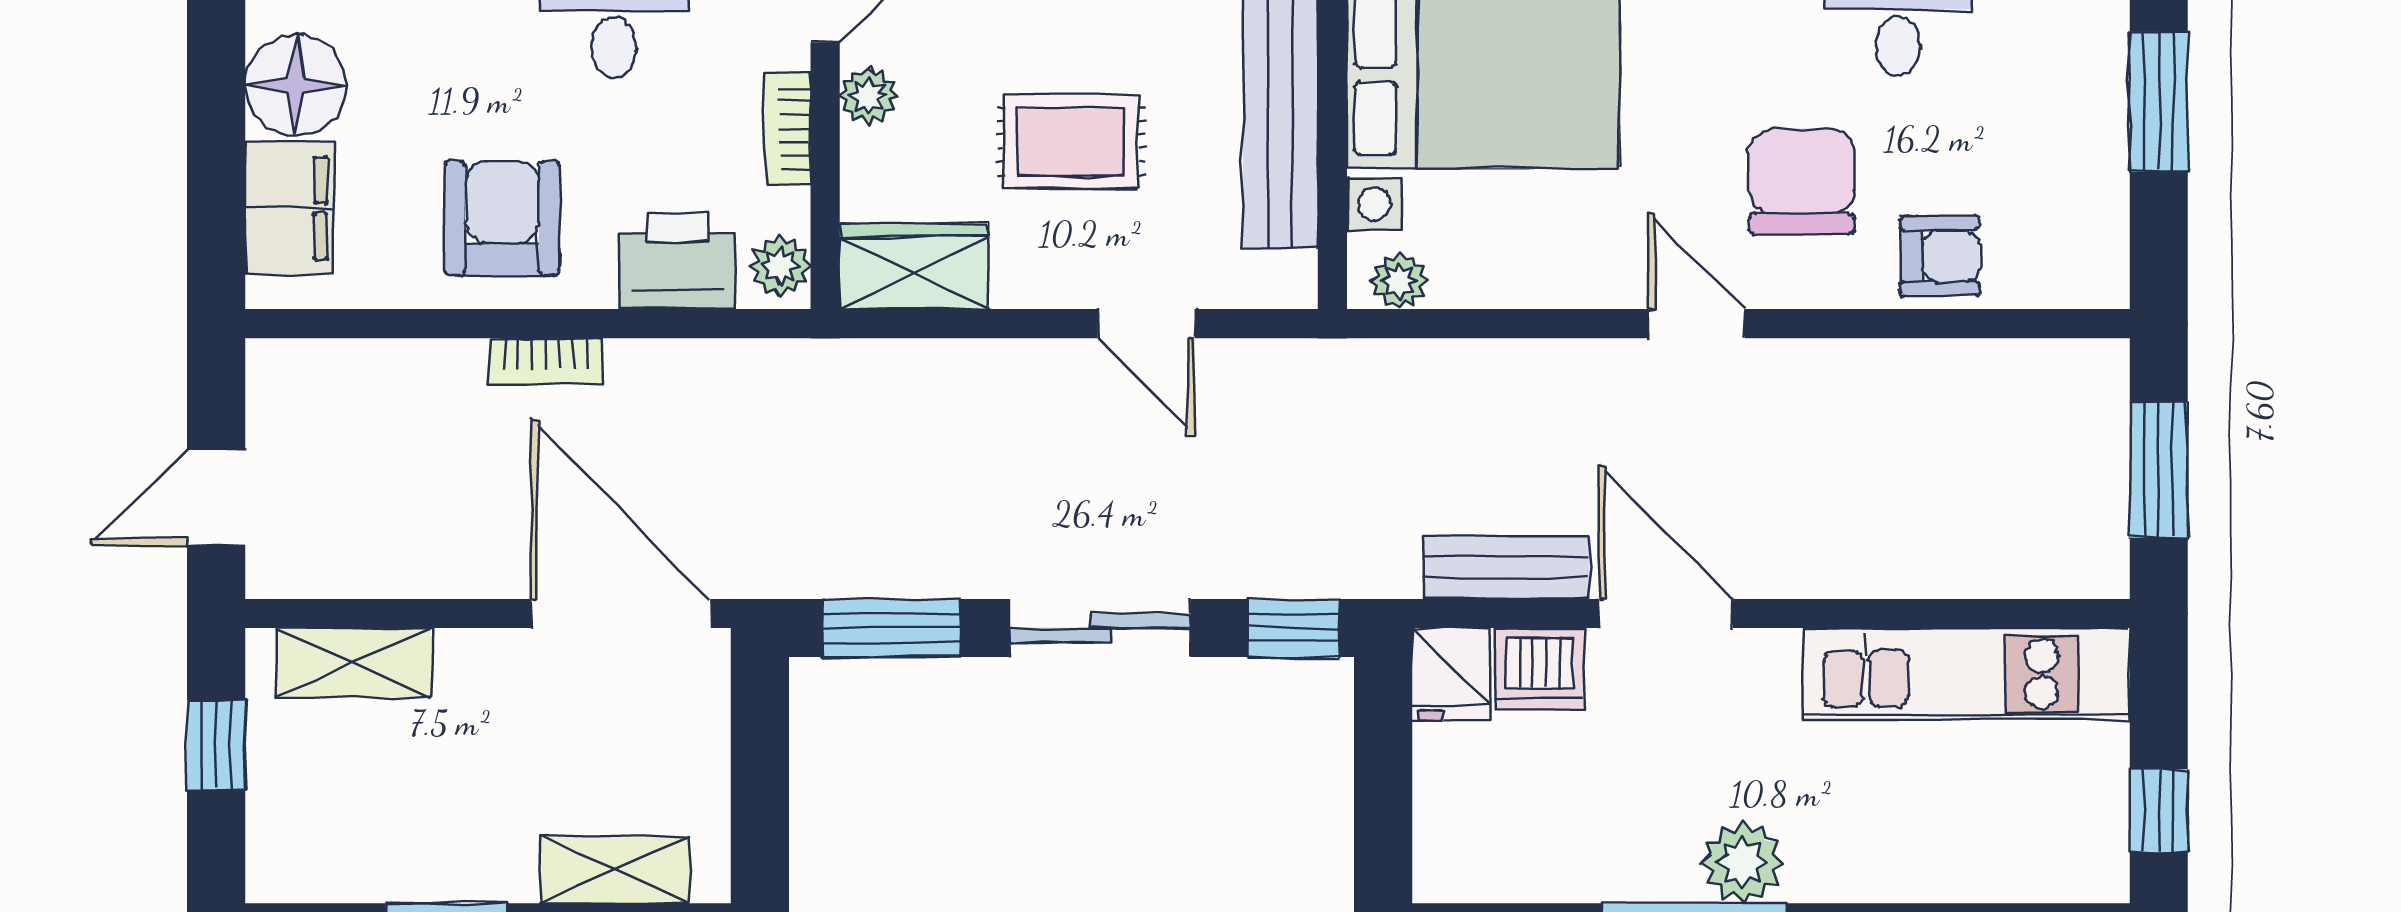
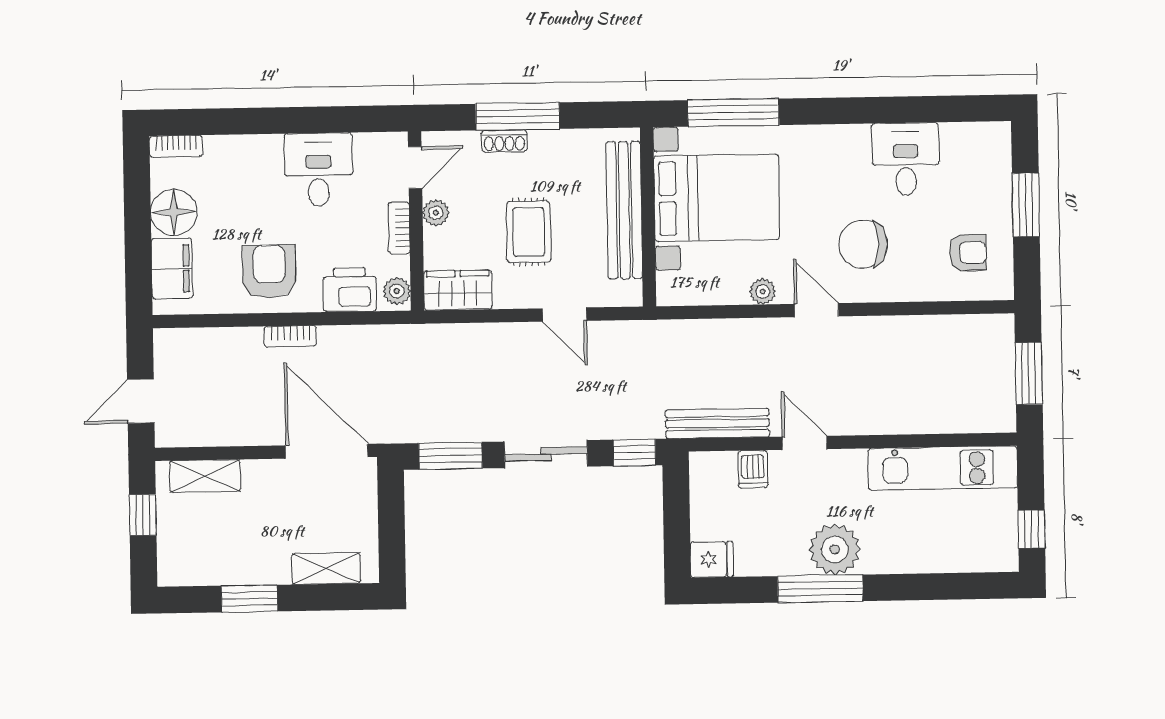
rug: (1071, 141) -> (529, 232), turned 90
chair: (1802, 181) -> (863, 244), turned -90
armchair: (1940, 256) -> (968, 253), moved
plant: (1399, 281) -> (763, 291), moved
bench: (1506, 567) -> (717, 423), width x1.36
door: (1666, 614) -> (805, 443), width x0.73
dishwasher: (1540, 669) -> (753, 469), width x0.73
fridge: (1451, 674) -> (712, 559), moved, turned -90
plant: (1743, 862) -> (835, 549), width x1.36, depth x1.36

